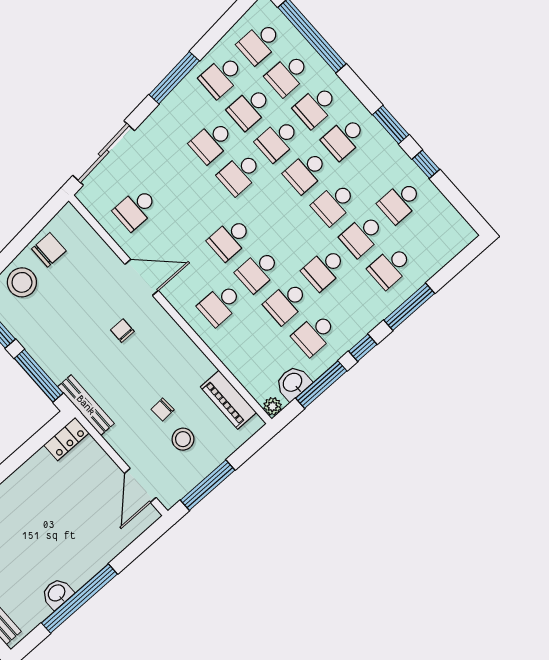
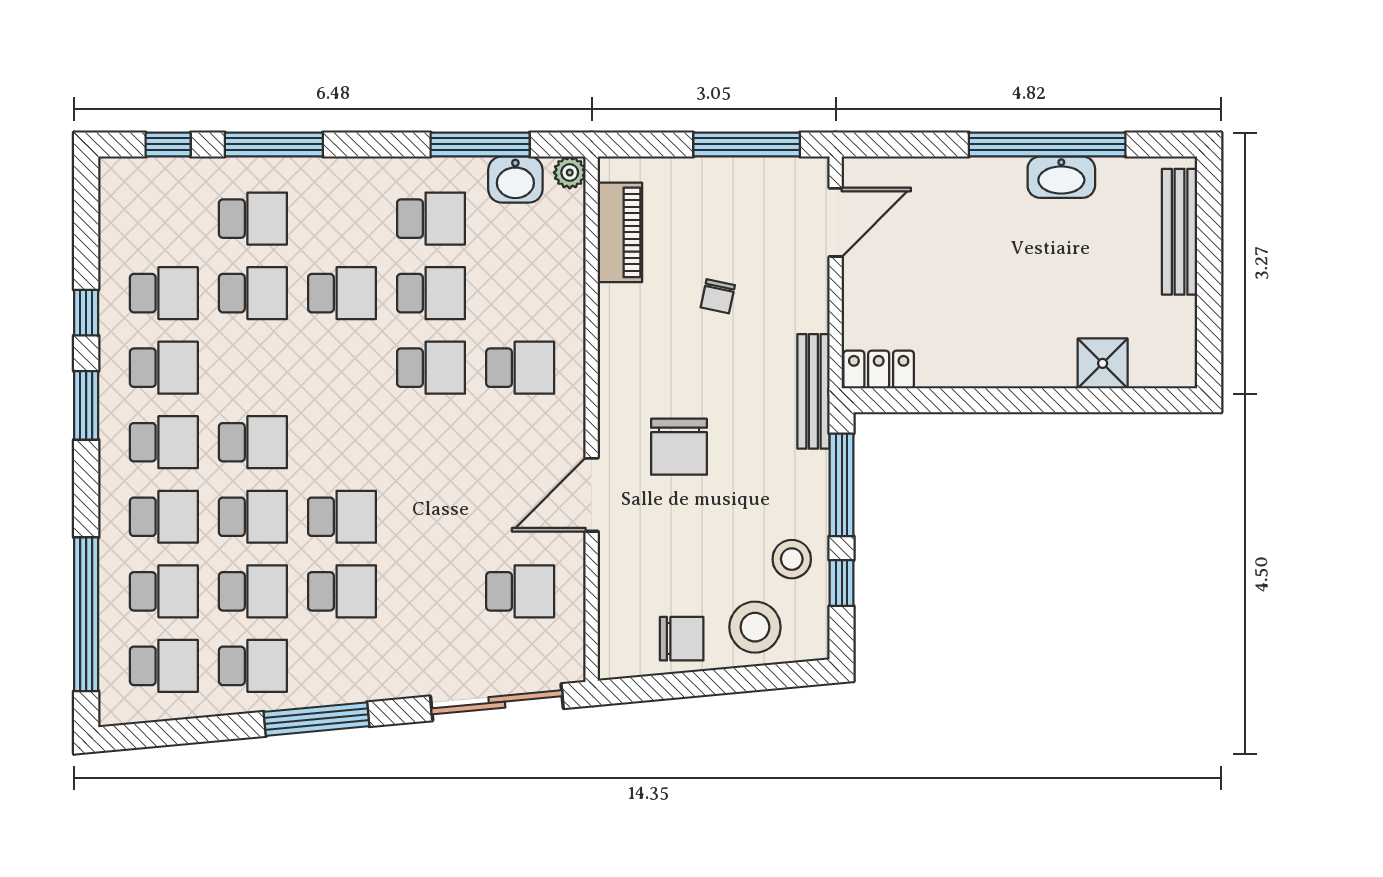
school desk: (334, 204) -> (164, 368), moved
school desk: (230, 239) -> (431, 442), removed
chair: (49, 250) -> (682, 639), turned 180
door: (142, 277) -> (592, 495), hinge flipped
chair: (122, 331) -> (679, 447), width x1.87, depth x1.87
window: (363, 348) -> (168, 144), moved
chair: (163, 409) -> (718, 296), turned 105
stool: (183, 439) -> (792, 559), moved
washbasin: (57, 593) -> (1061, 177), width x1.38

